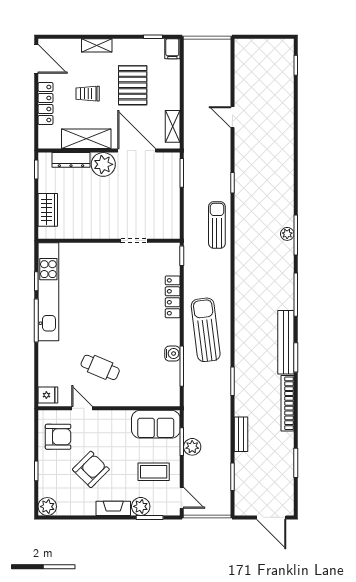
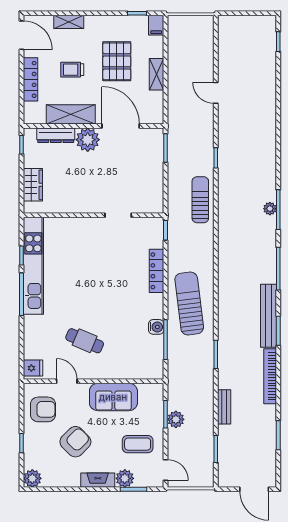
shelving: (97, 45) -> (69, 22), moved
shelving: (173, 126) -> (156, 74), moved
sofa: (156, 424) -> (113, 397), moved

